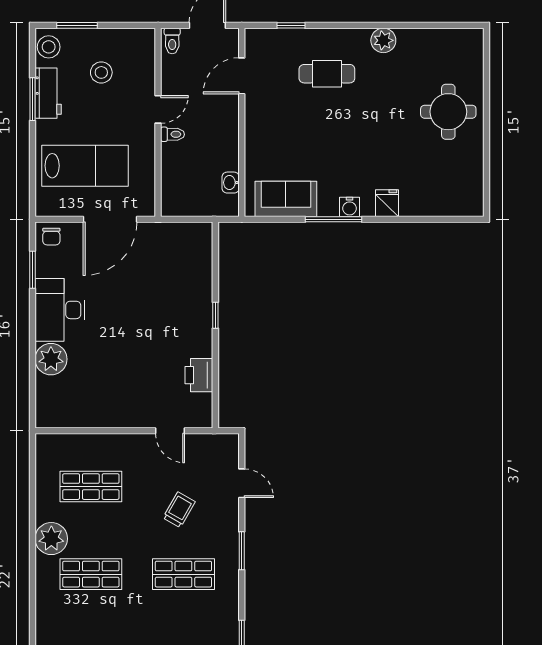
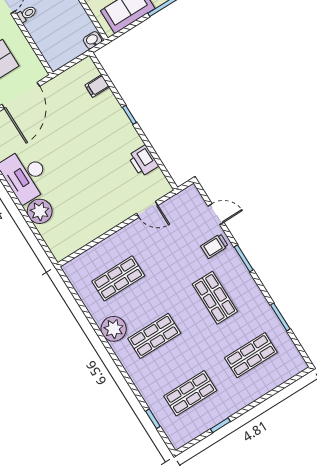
washbasin: (231, 183) -> (92, 40), moved, turned 90
filing cabinet: (200, 262) -> (97, 86), added
trolley: (179, 510) -> (214, 246), moved, turned -120
shop shelf: (183, 574) -> (215, 298), turned 90

